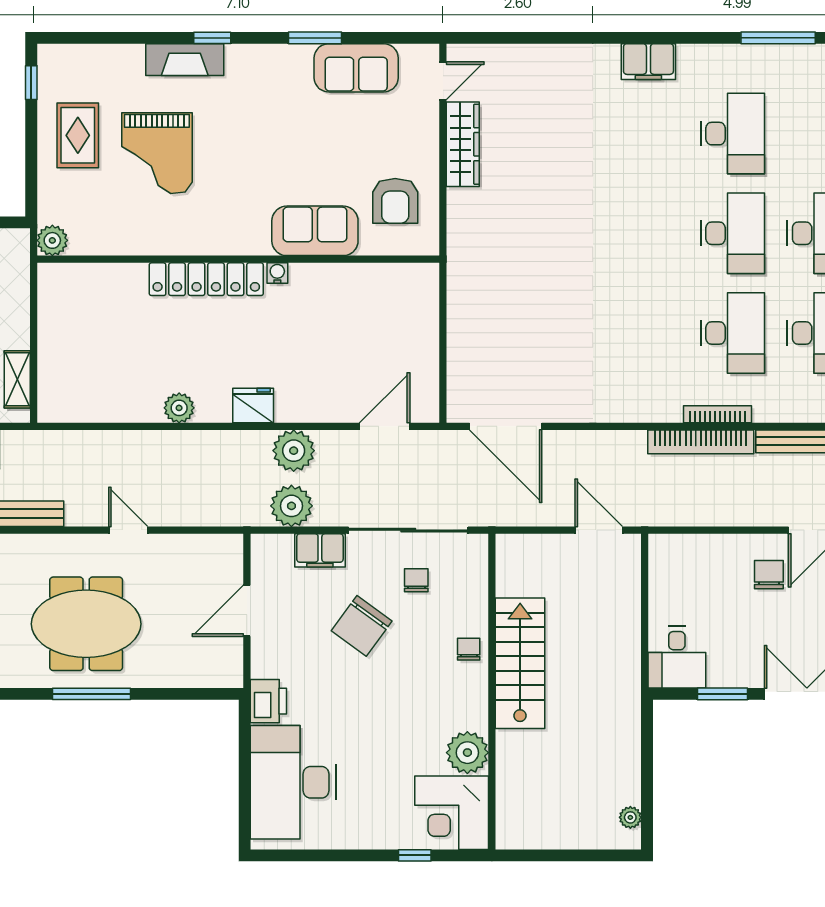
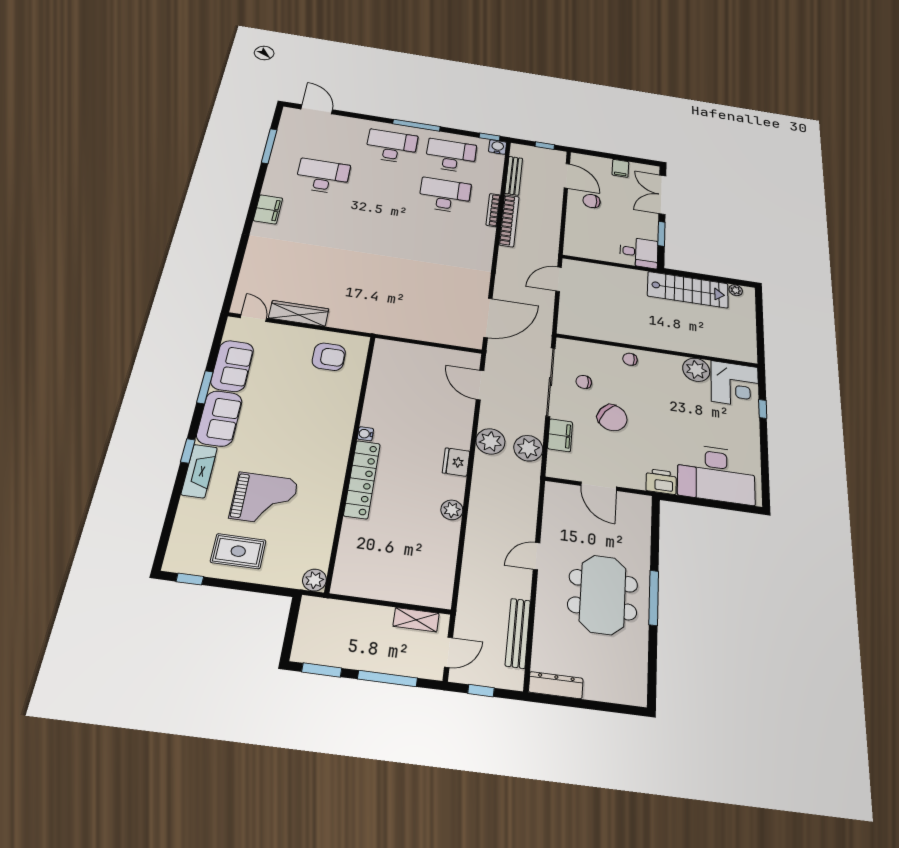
sofa: (315, 231) -> (219, 418), moved, turned 180
desk: (733, 233) -> (384, 186), removed
stairs: (520, 663) -> (688, 290), moved, turned 180

